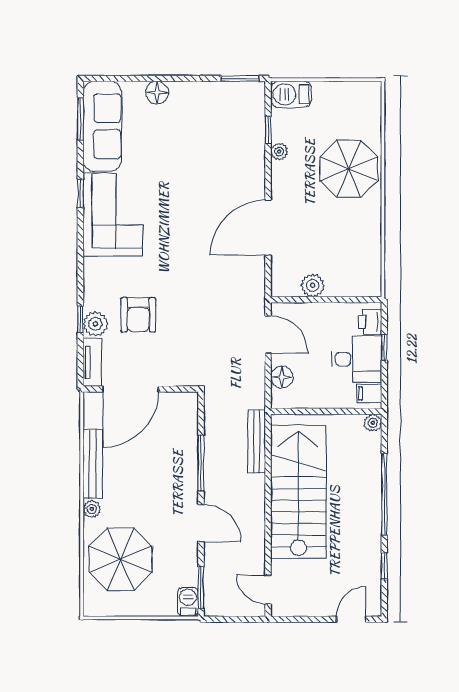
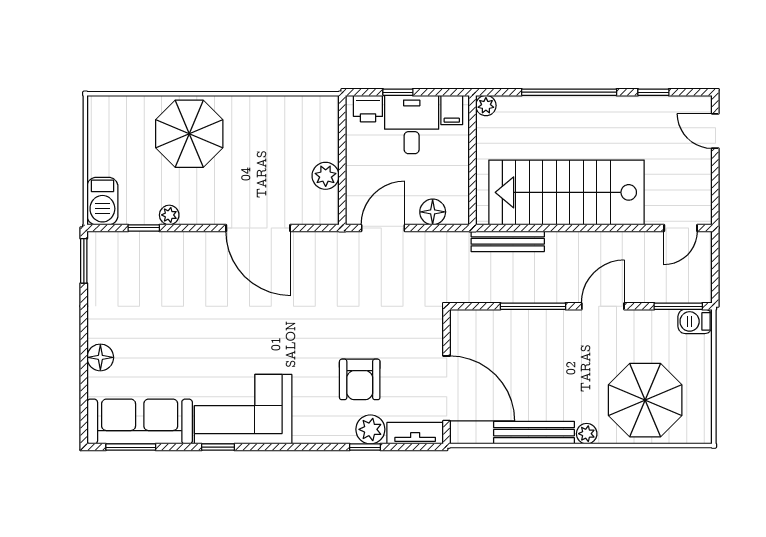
armchair: (138, 315) -> (360, 379), turned 90

